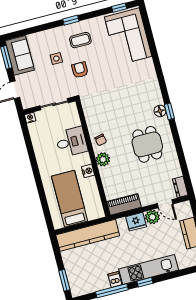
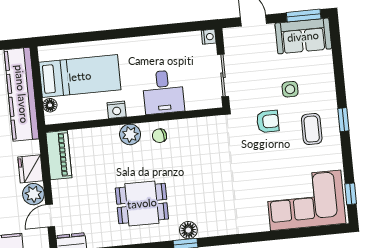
floor lamp: (92, 215) -> (50, 105), added

